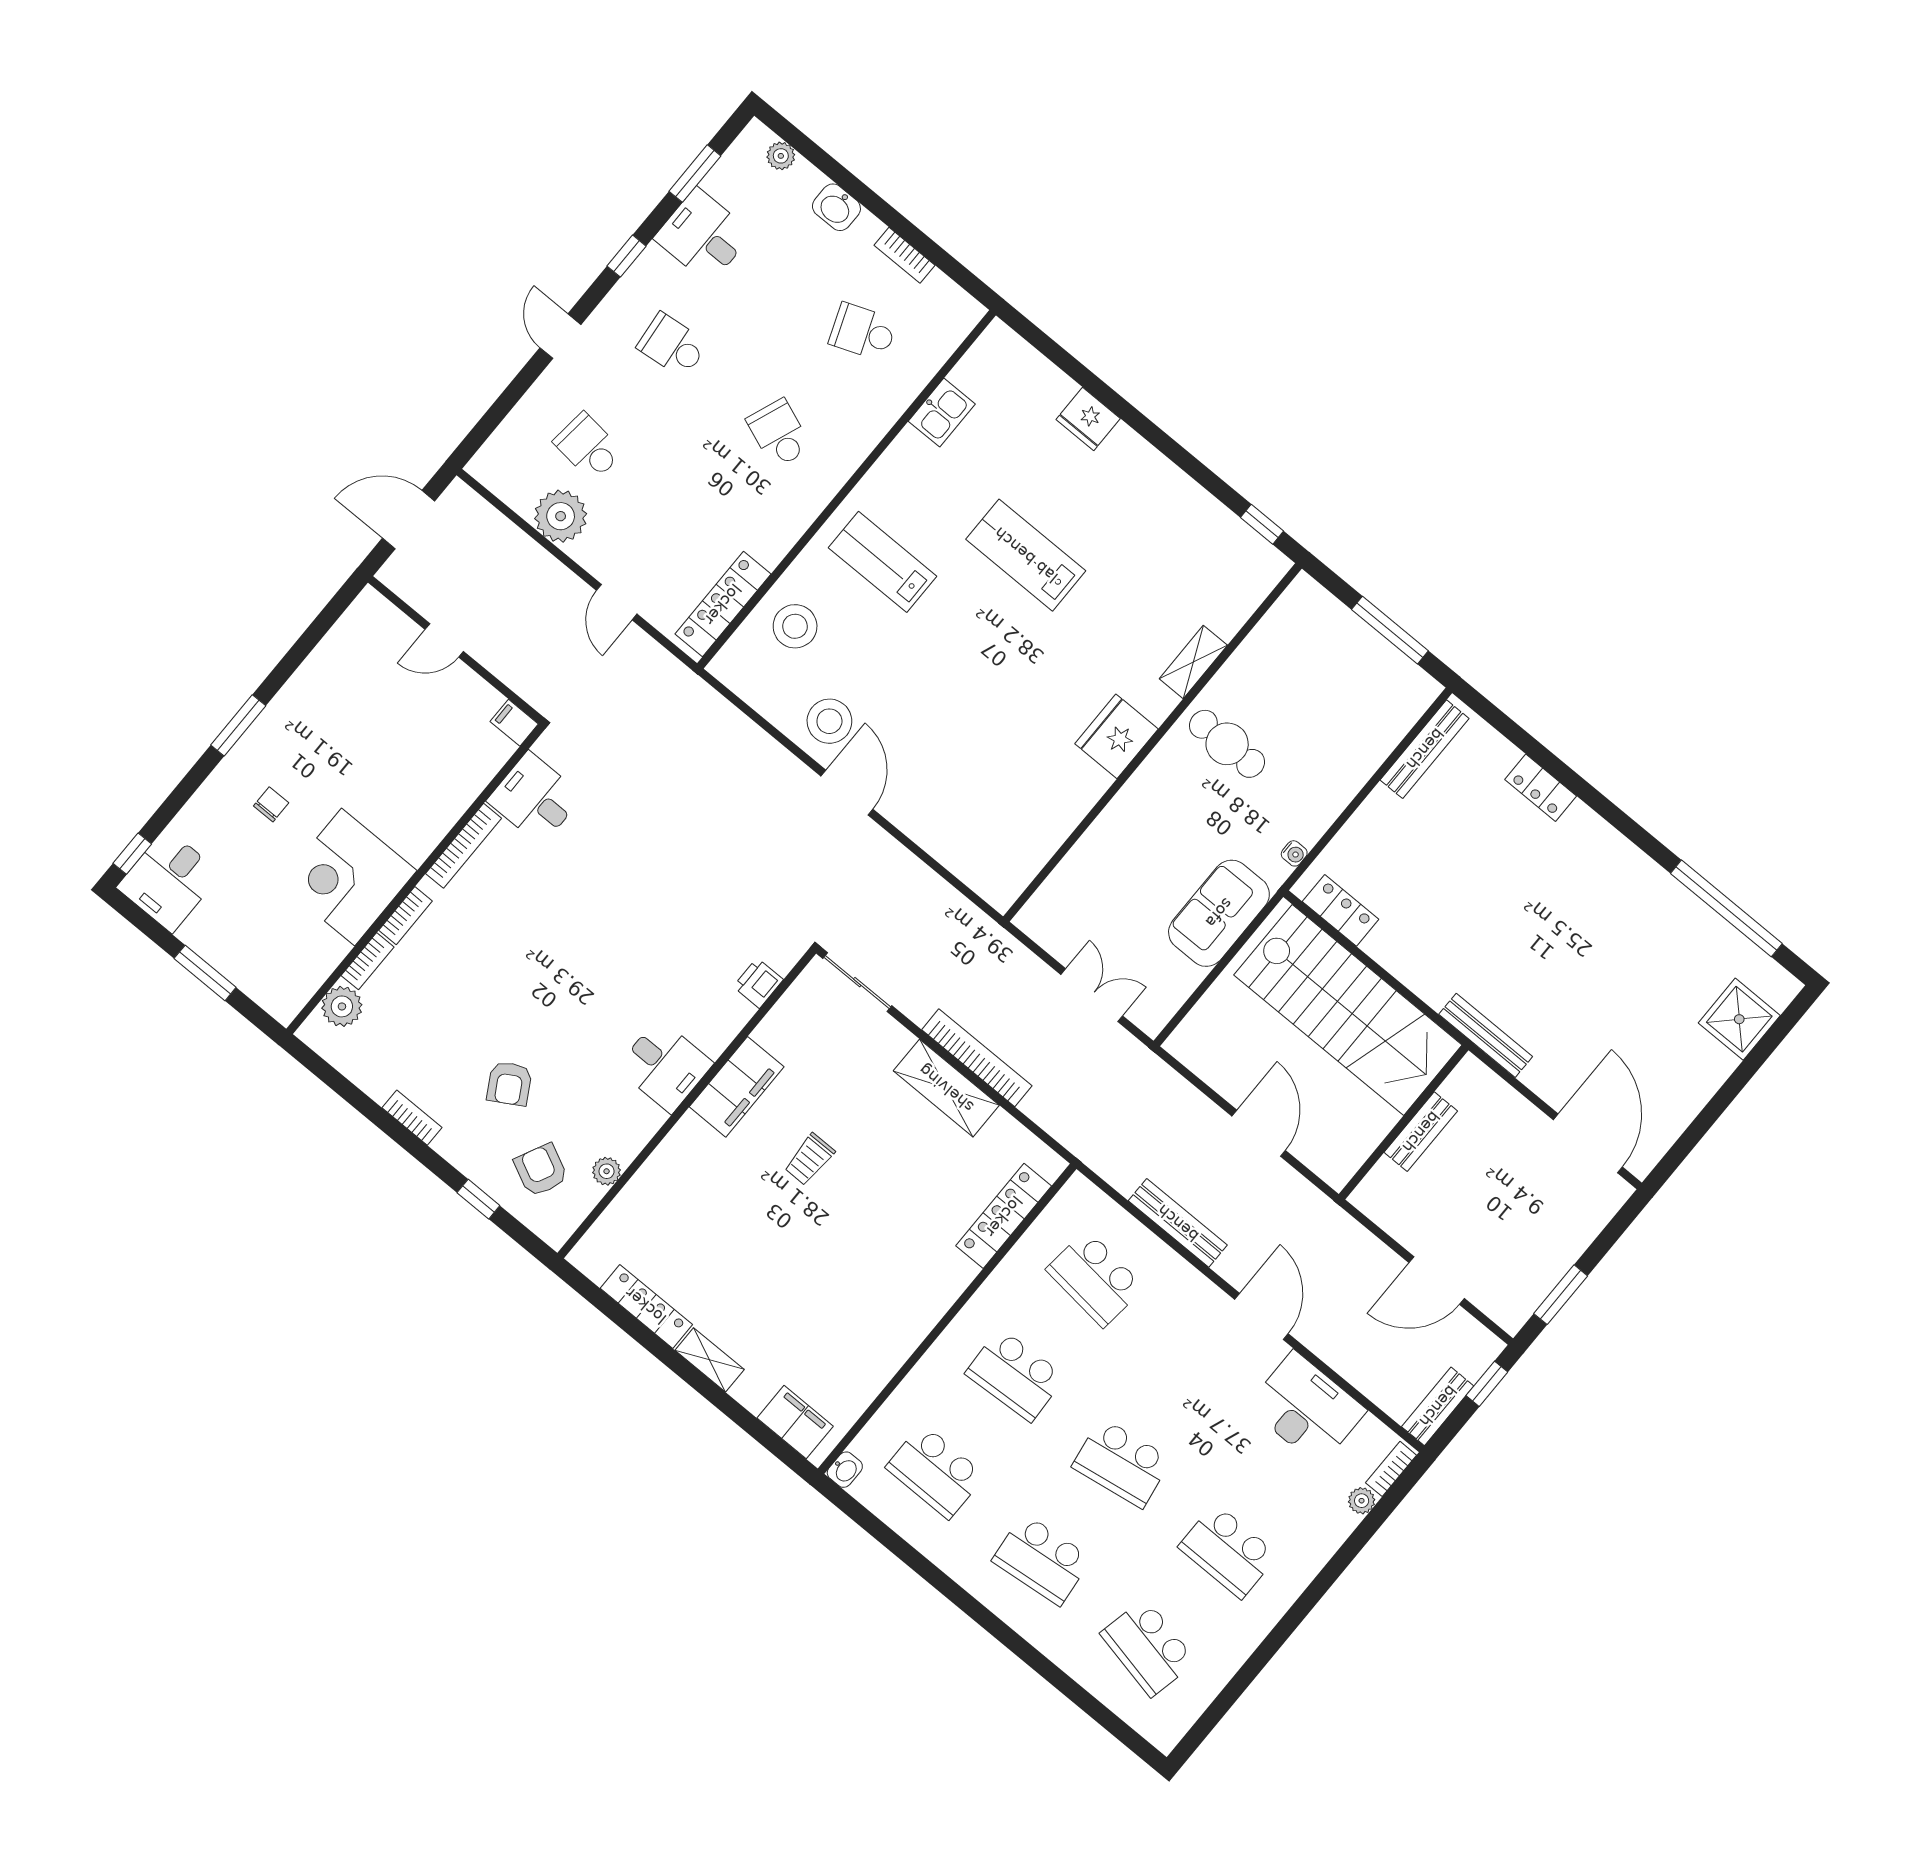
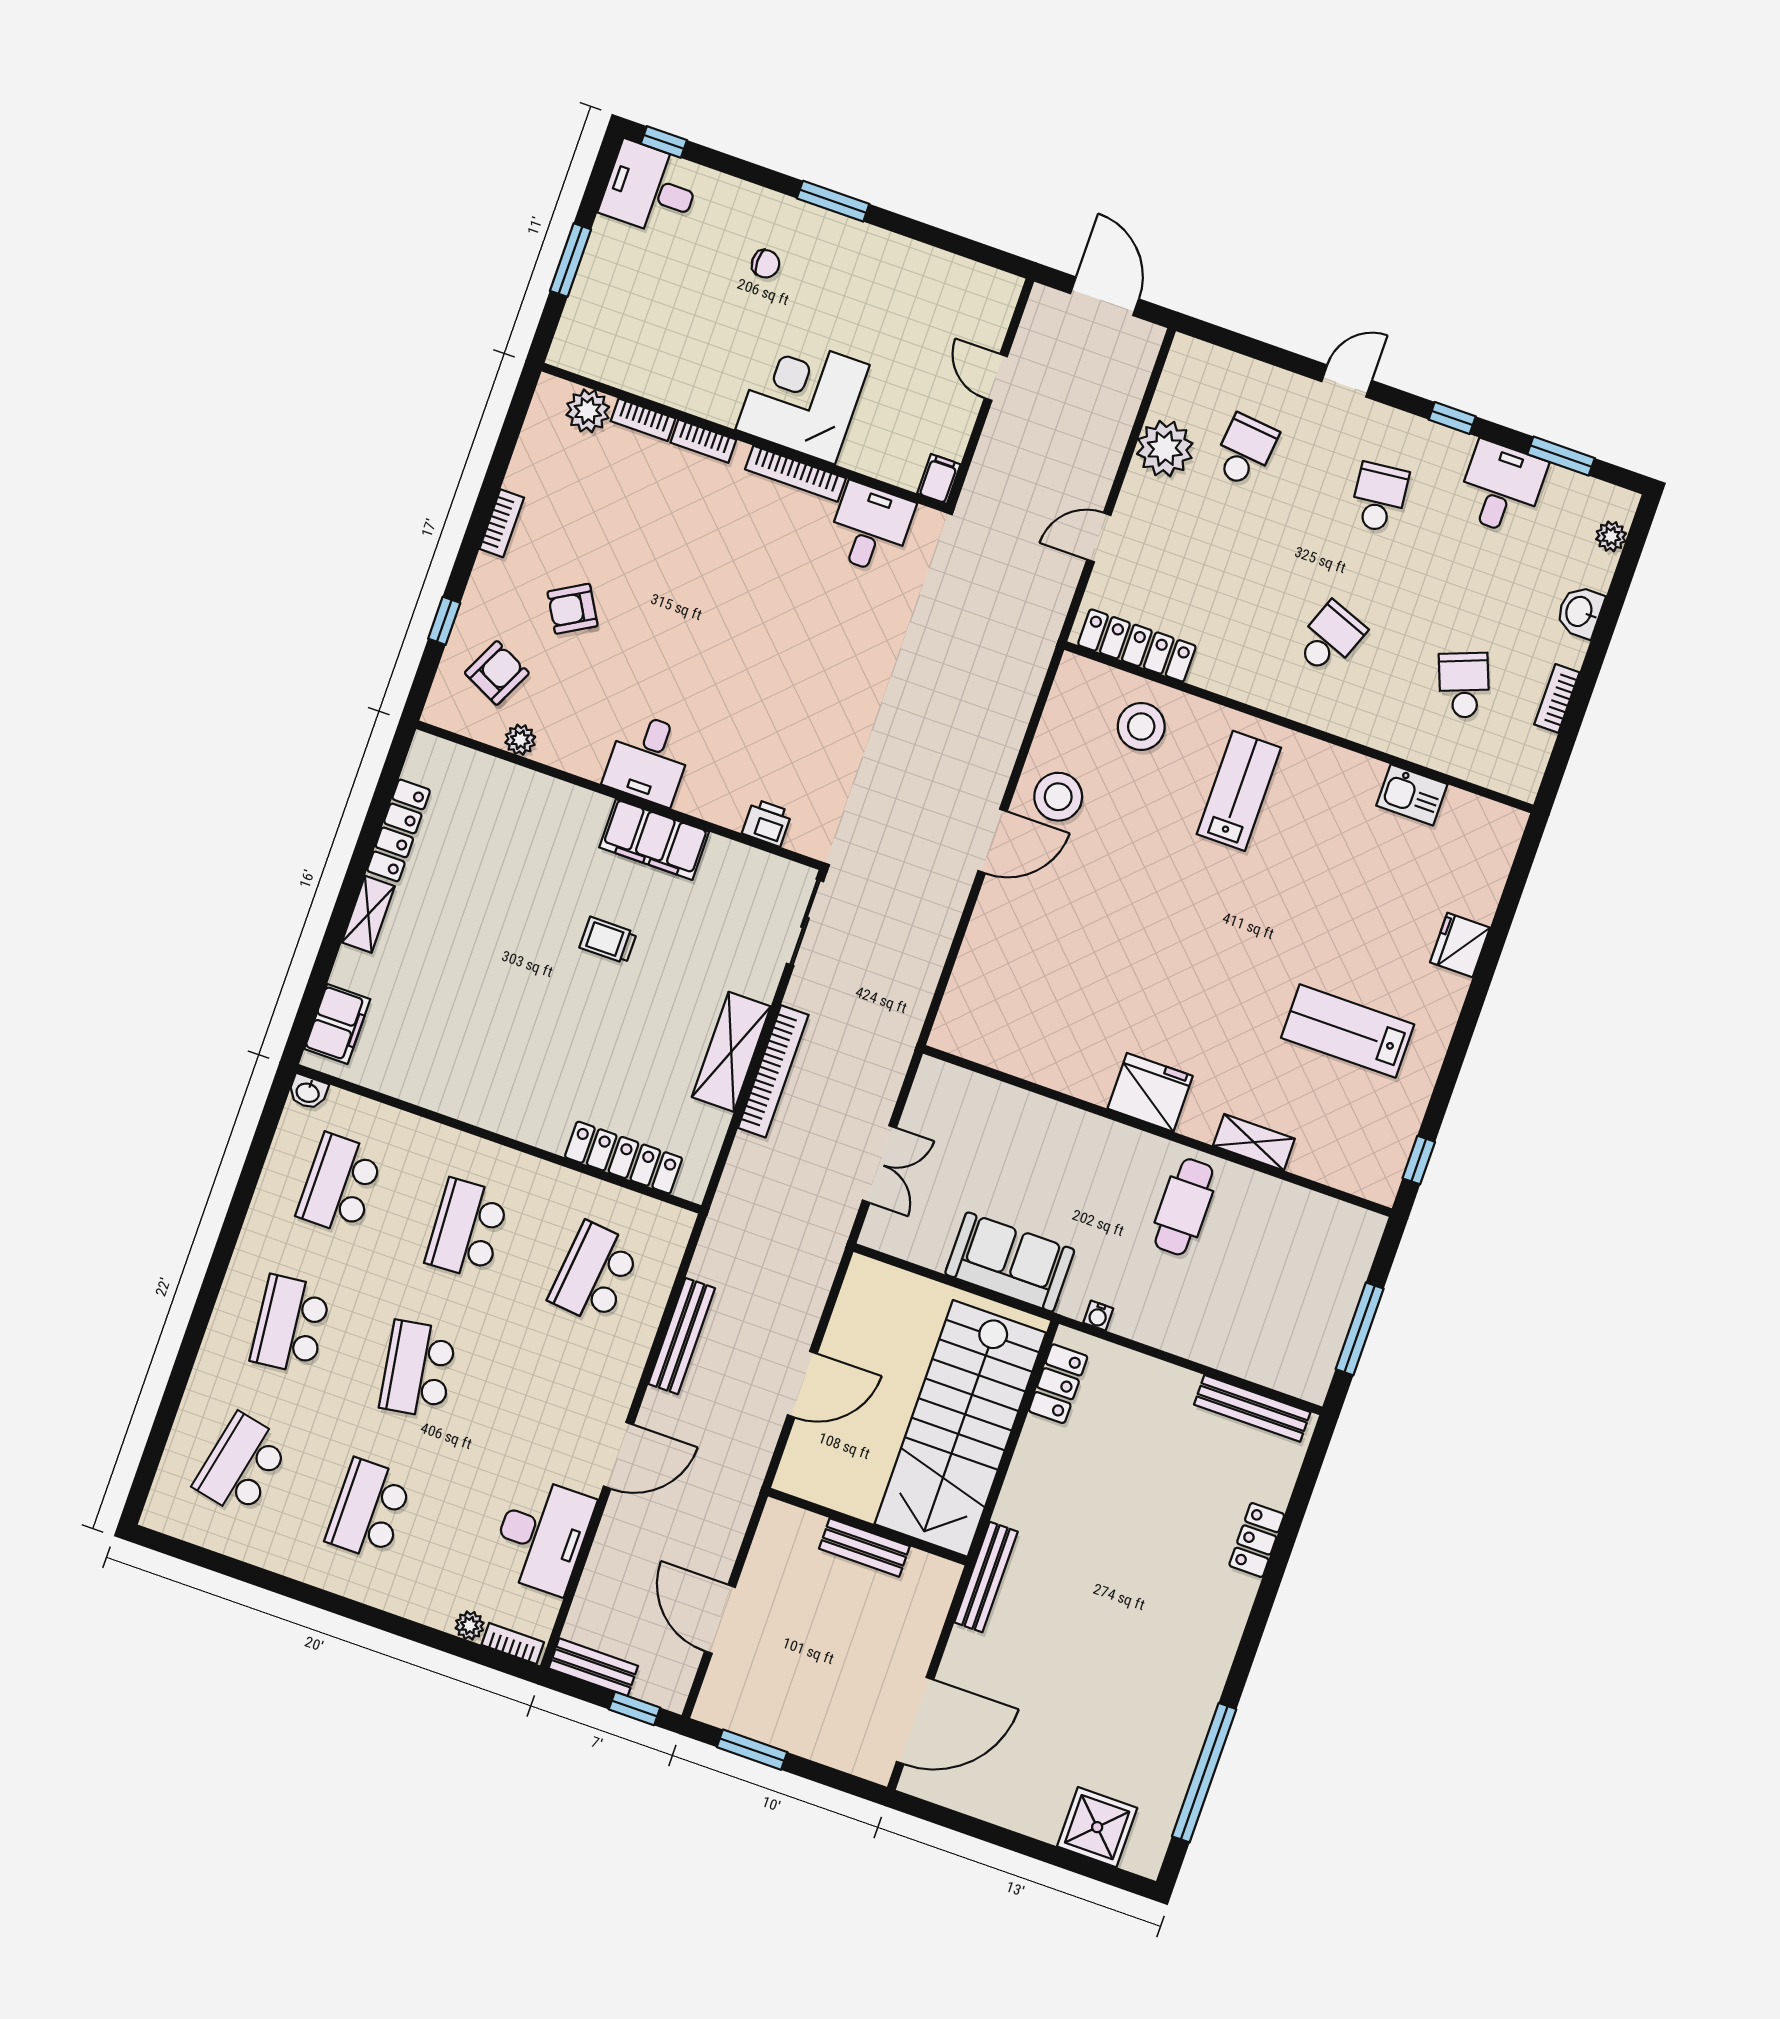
lab bench: (1026, 555) -> (1348, 1031), moved, turned -90
corner desk: (348, 877) -> (802, 397), moved

